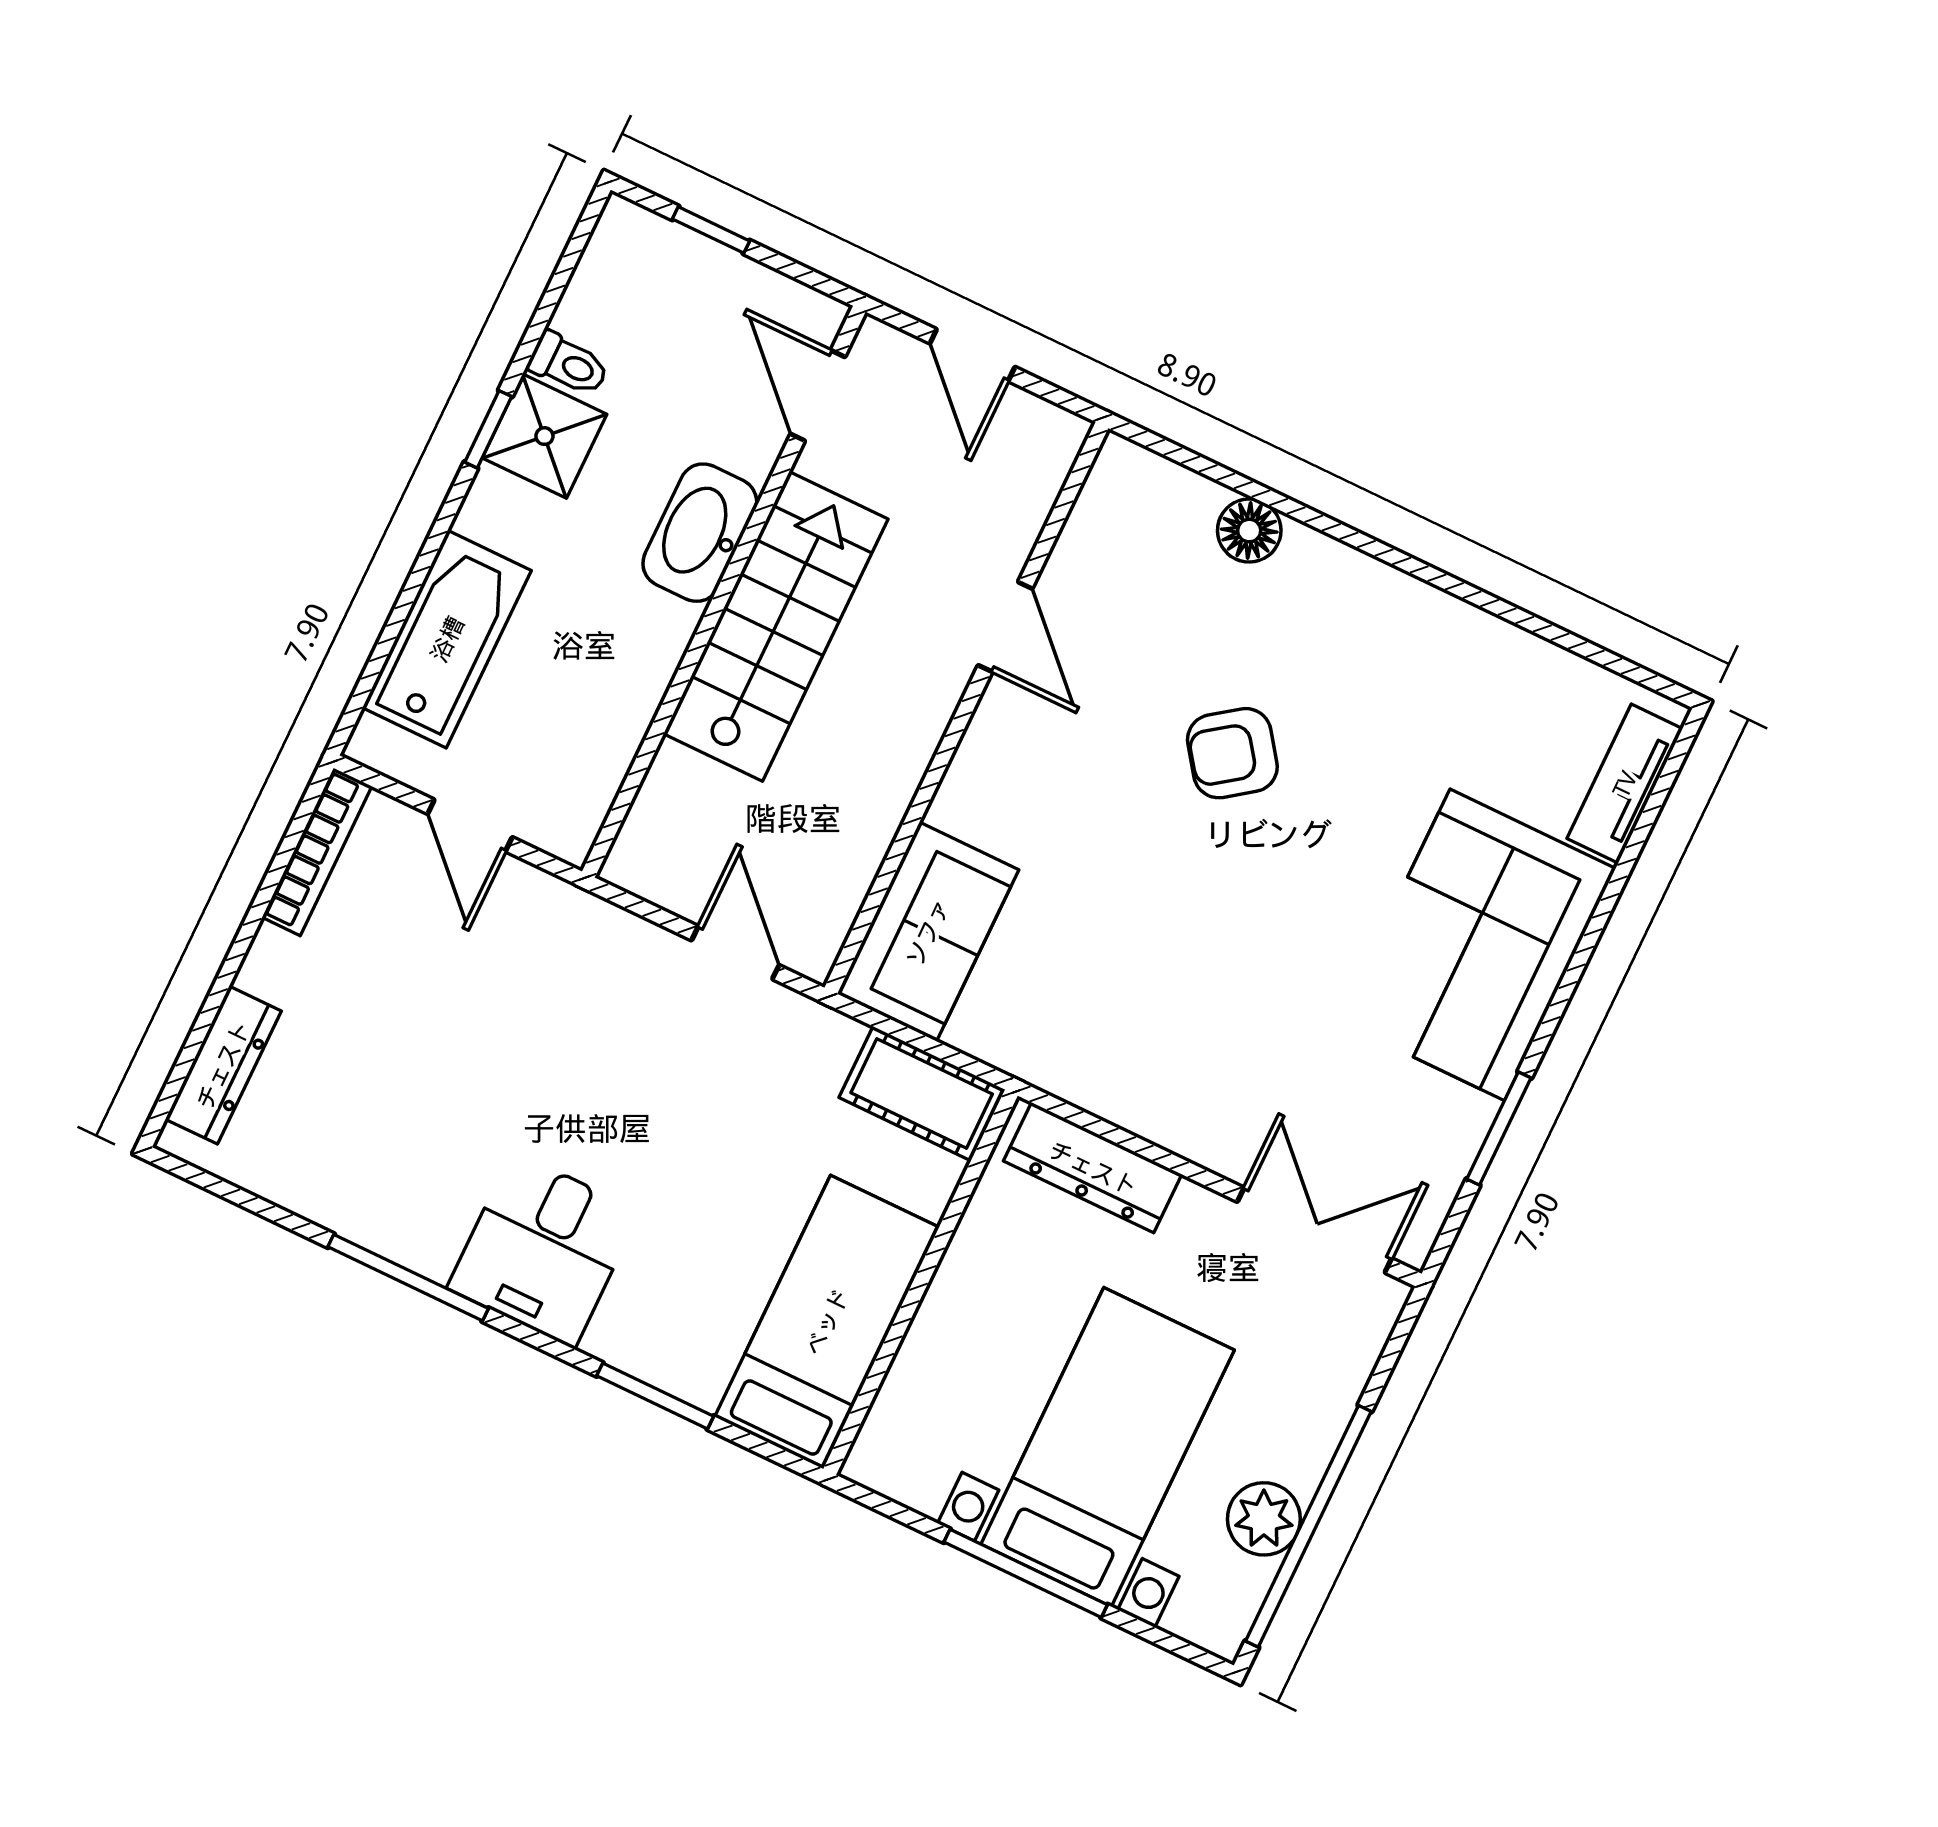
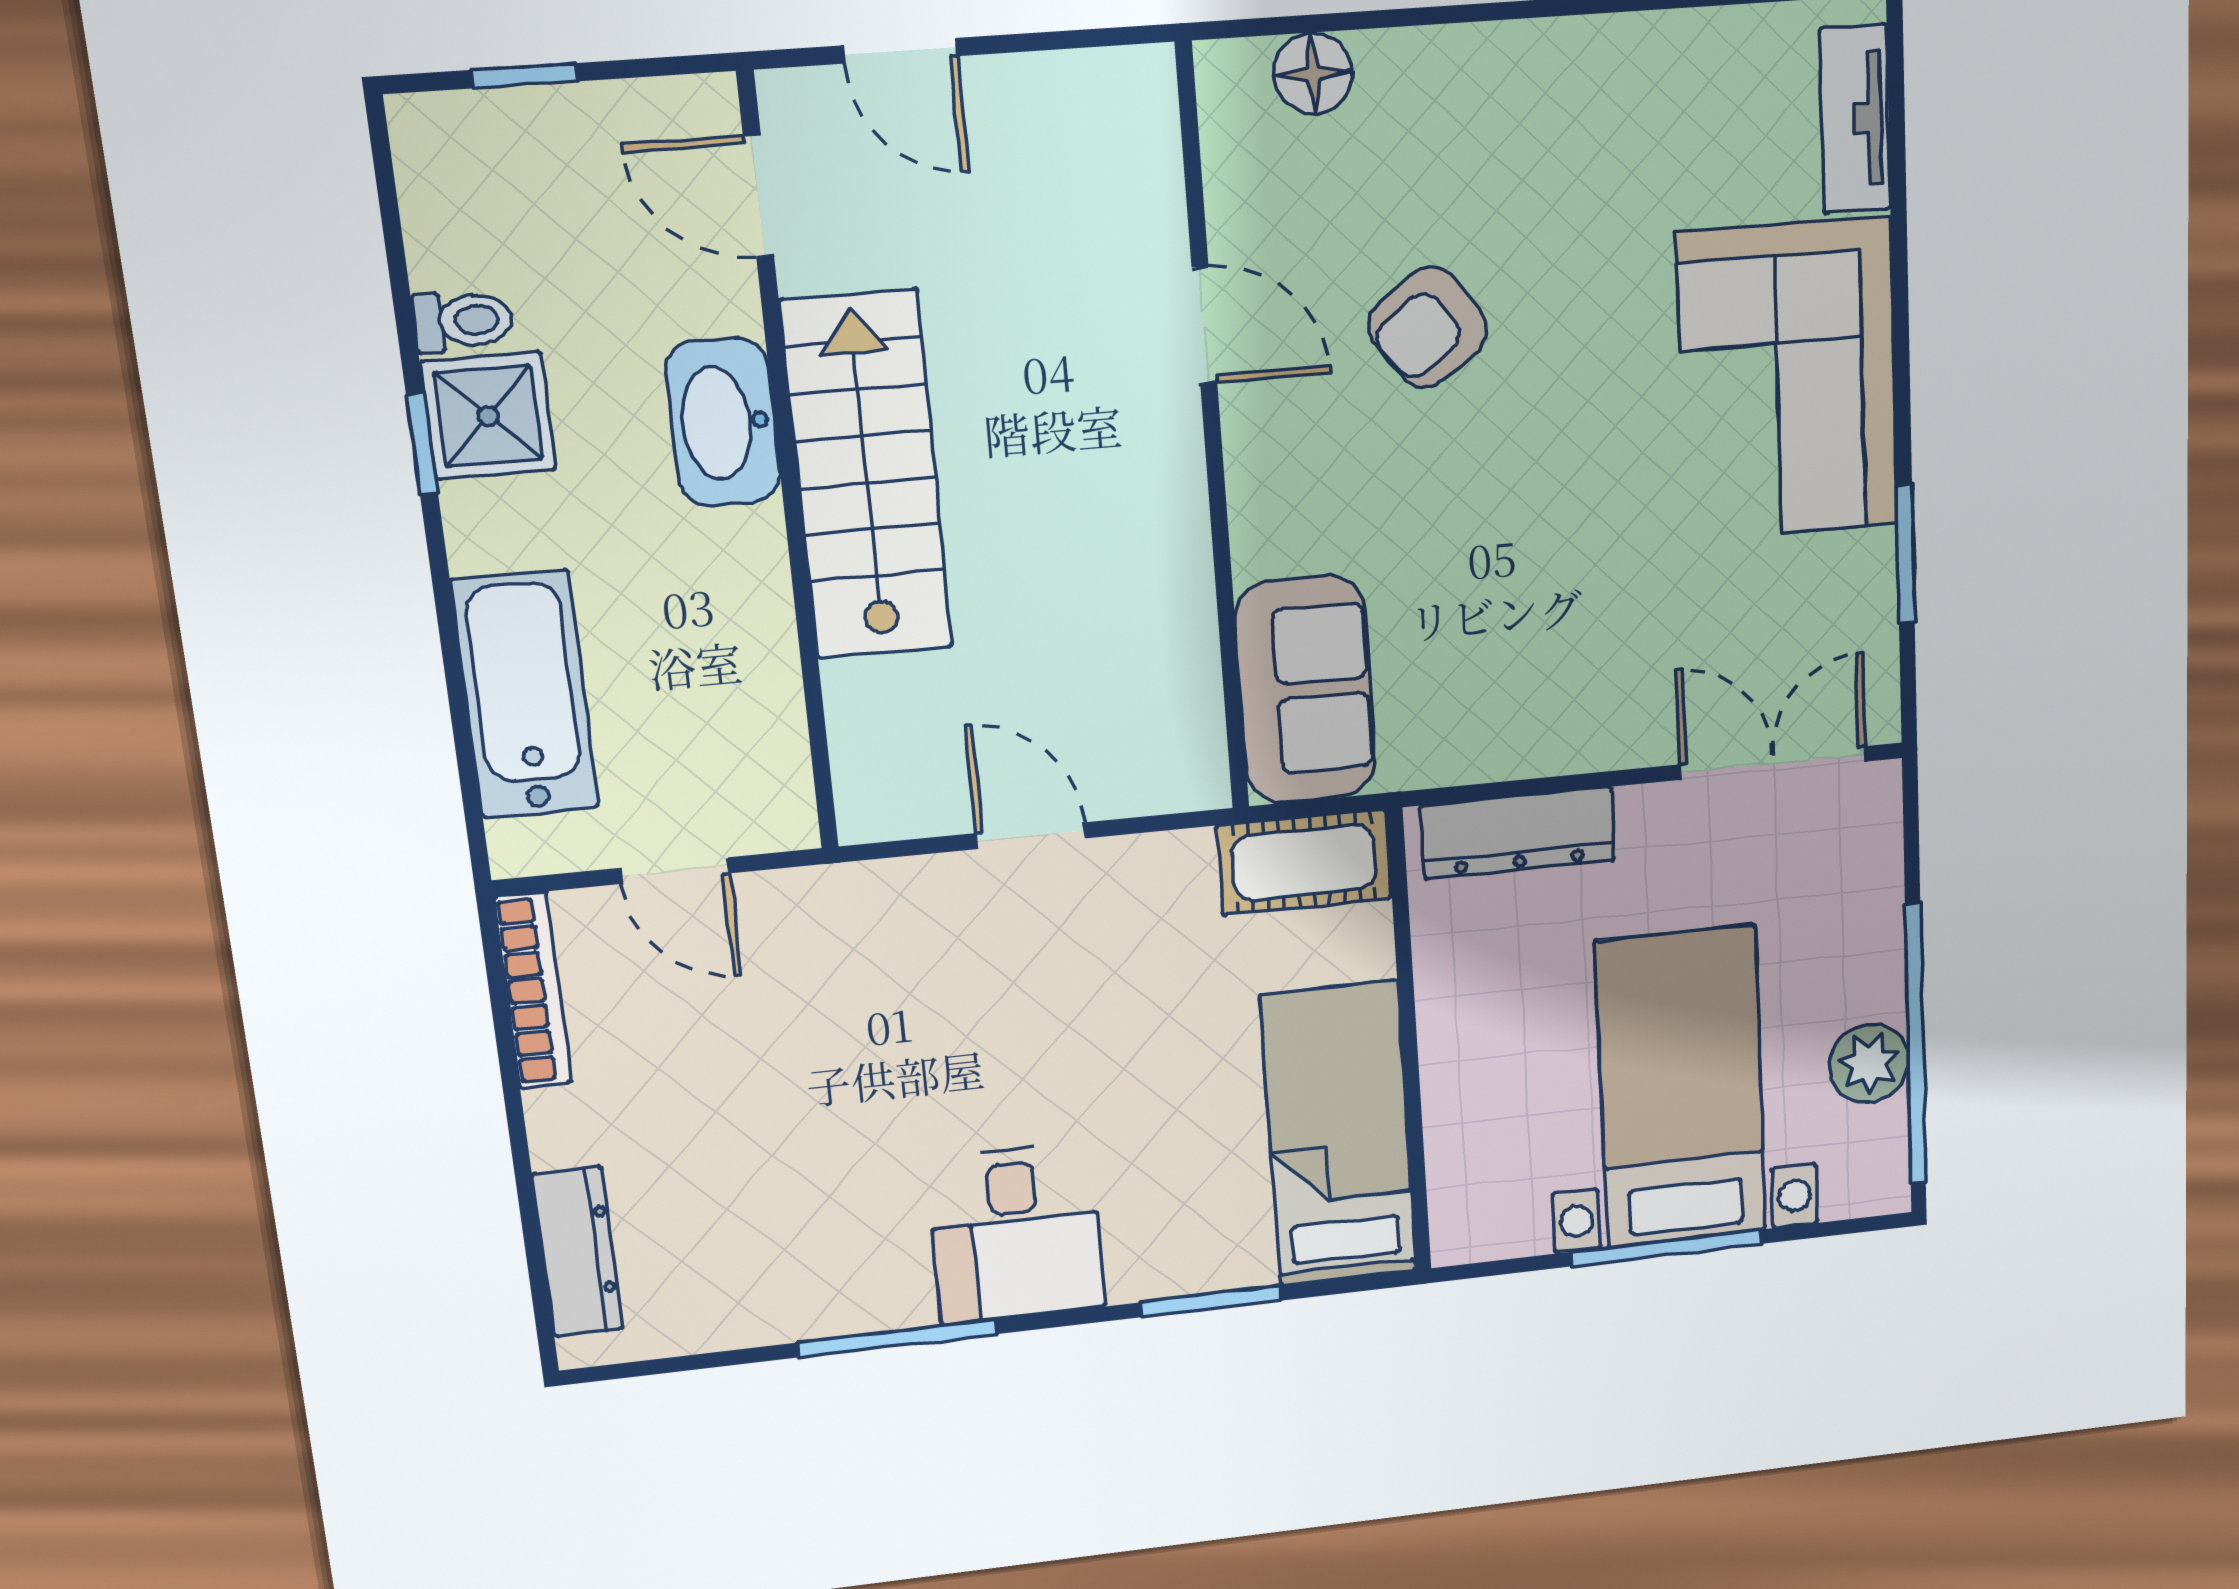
door: (1005, 627) -> (1204, 325), moved
wall: (966, 708) -> (1213, 436), moved
sofa: (928, 932) -> (1306, 690), moved

